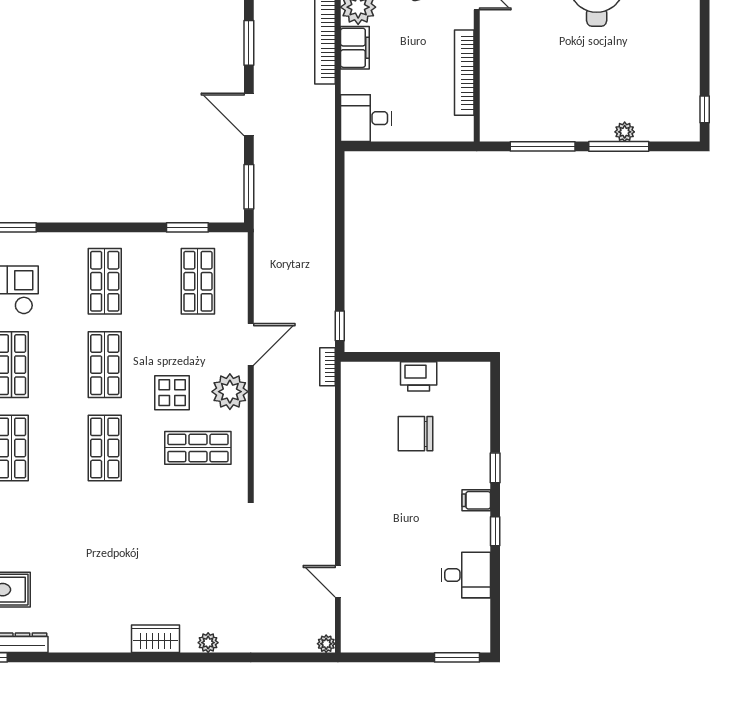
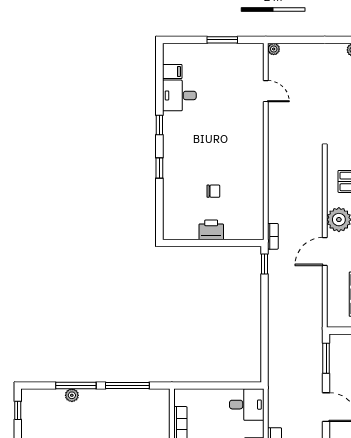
chair: (415, 434) -> (213, 191), width x0.54, depth x0.54
filing cabinet: (476, 500) -> (172, 71), moved
window: (457, 657) -> (222, 40), moved

